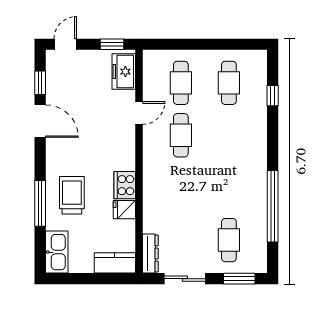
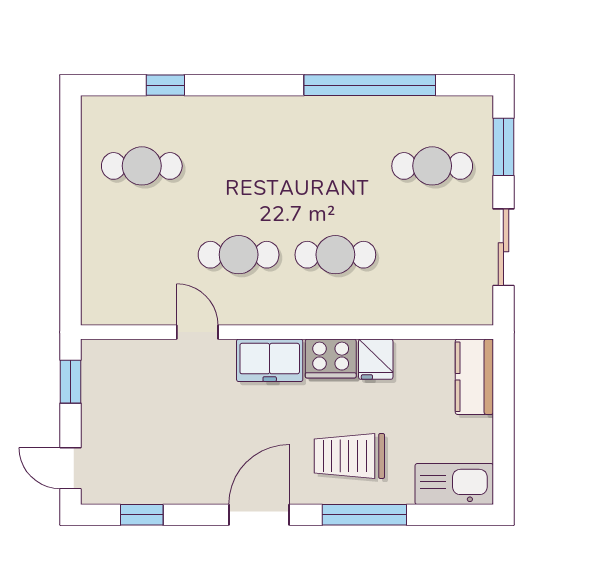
freezer: (124, 72) -> (270, 360), moved
cafe table: (181, 83) -> (335, 255), moved
door: (40, 121) -> (259, 515), moved
dresser: (150, 254) -> (457, 311), removed

